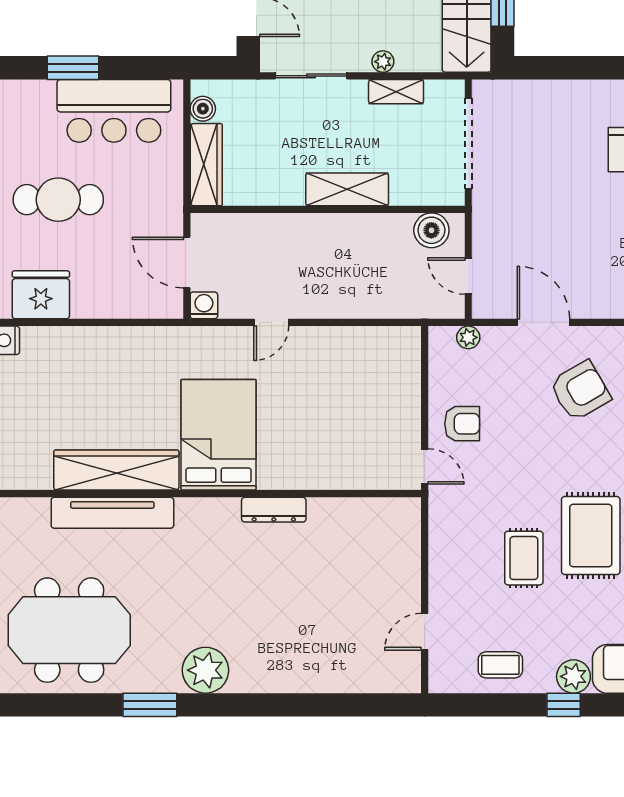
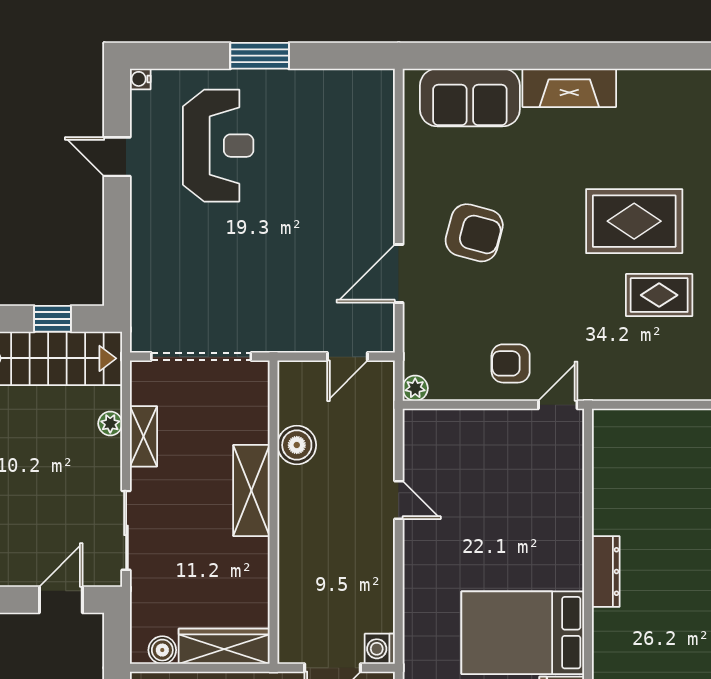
plant: (383, 62) -> (110, 424), moved
boiler: (431, 230) -> (297, 445), moved
door: (271, 322) -> (399, 500), moved
plant: (468, 337) -> (415, 388), moved
armchair: (580, 391) -> (474, 233), turned 135
armchair: (462, 424) -> (511, 363), turned -90

